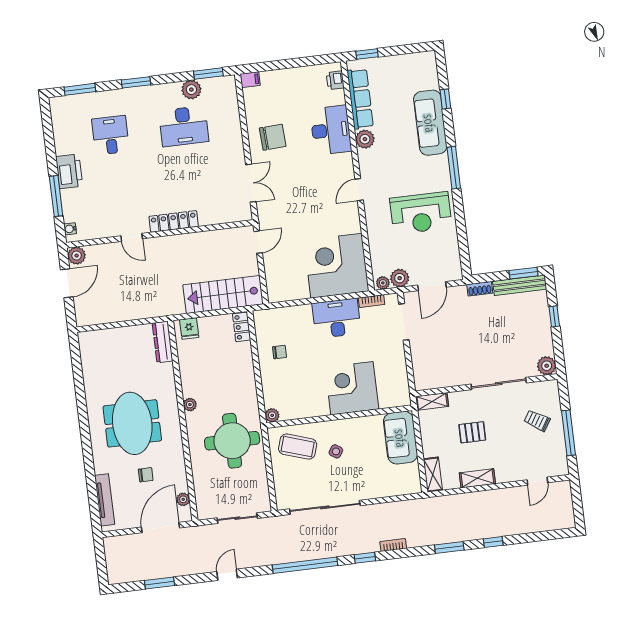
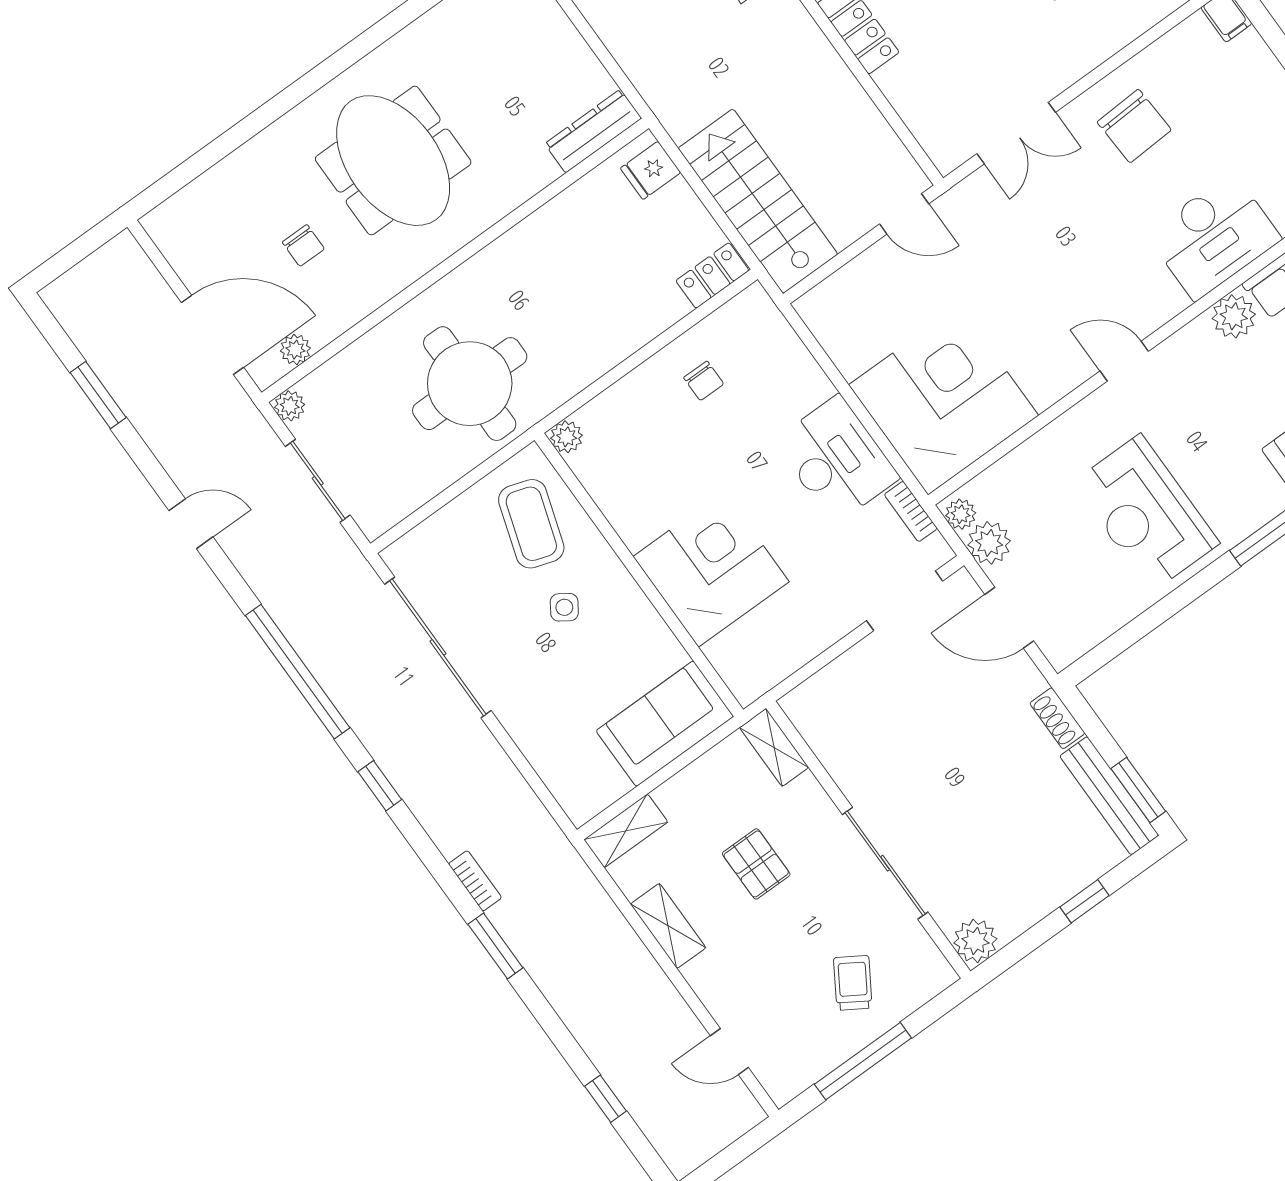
plant: (190, 405) -> (290, 406), moved
meeting table: (132, 423) -> (393, 161), turned 90
tv unit: (105, 500) -> (206, 190), removed
window: (493, 542) -> (606, 1099), moved
bookcase: (393, 545) -> (475, 881), moved

